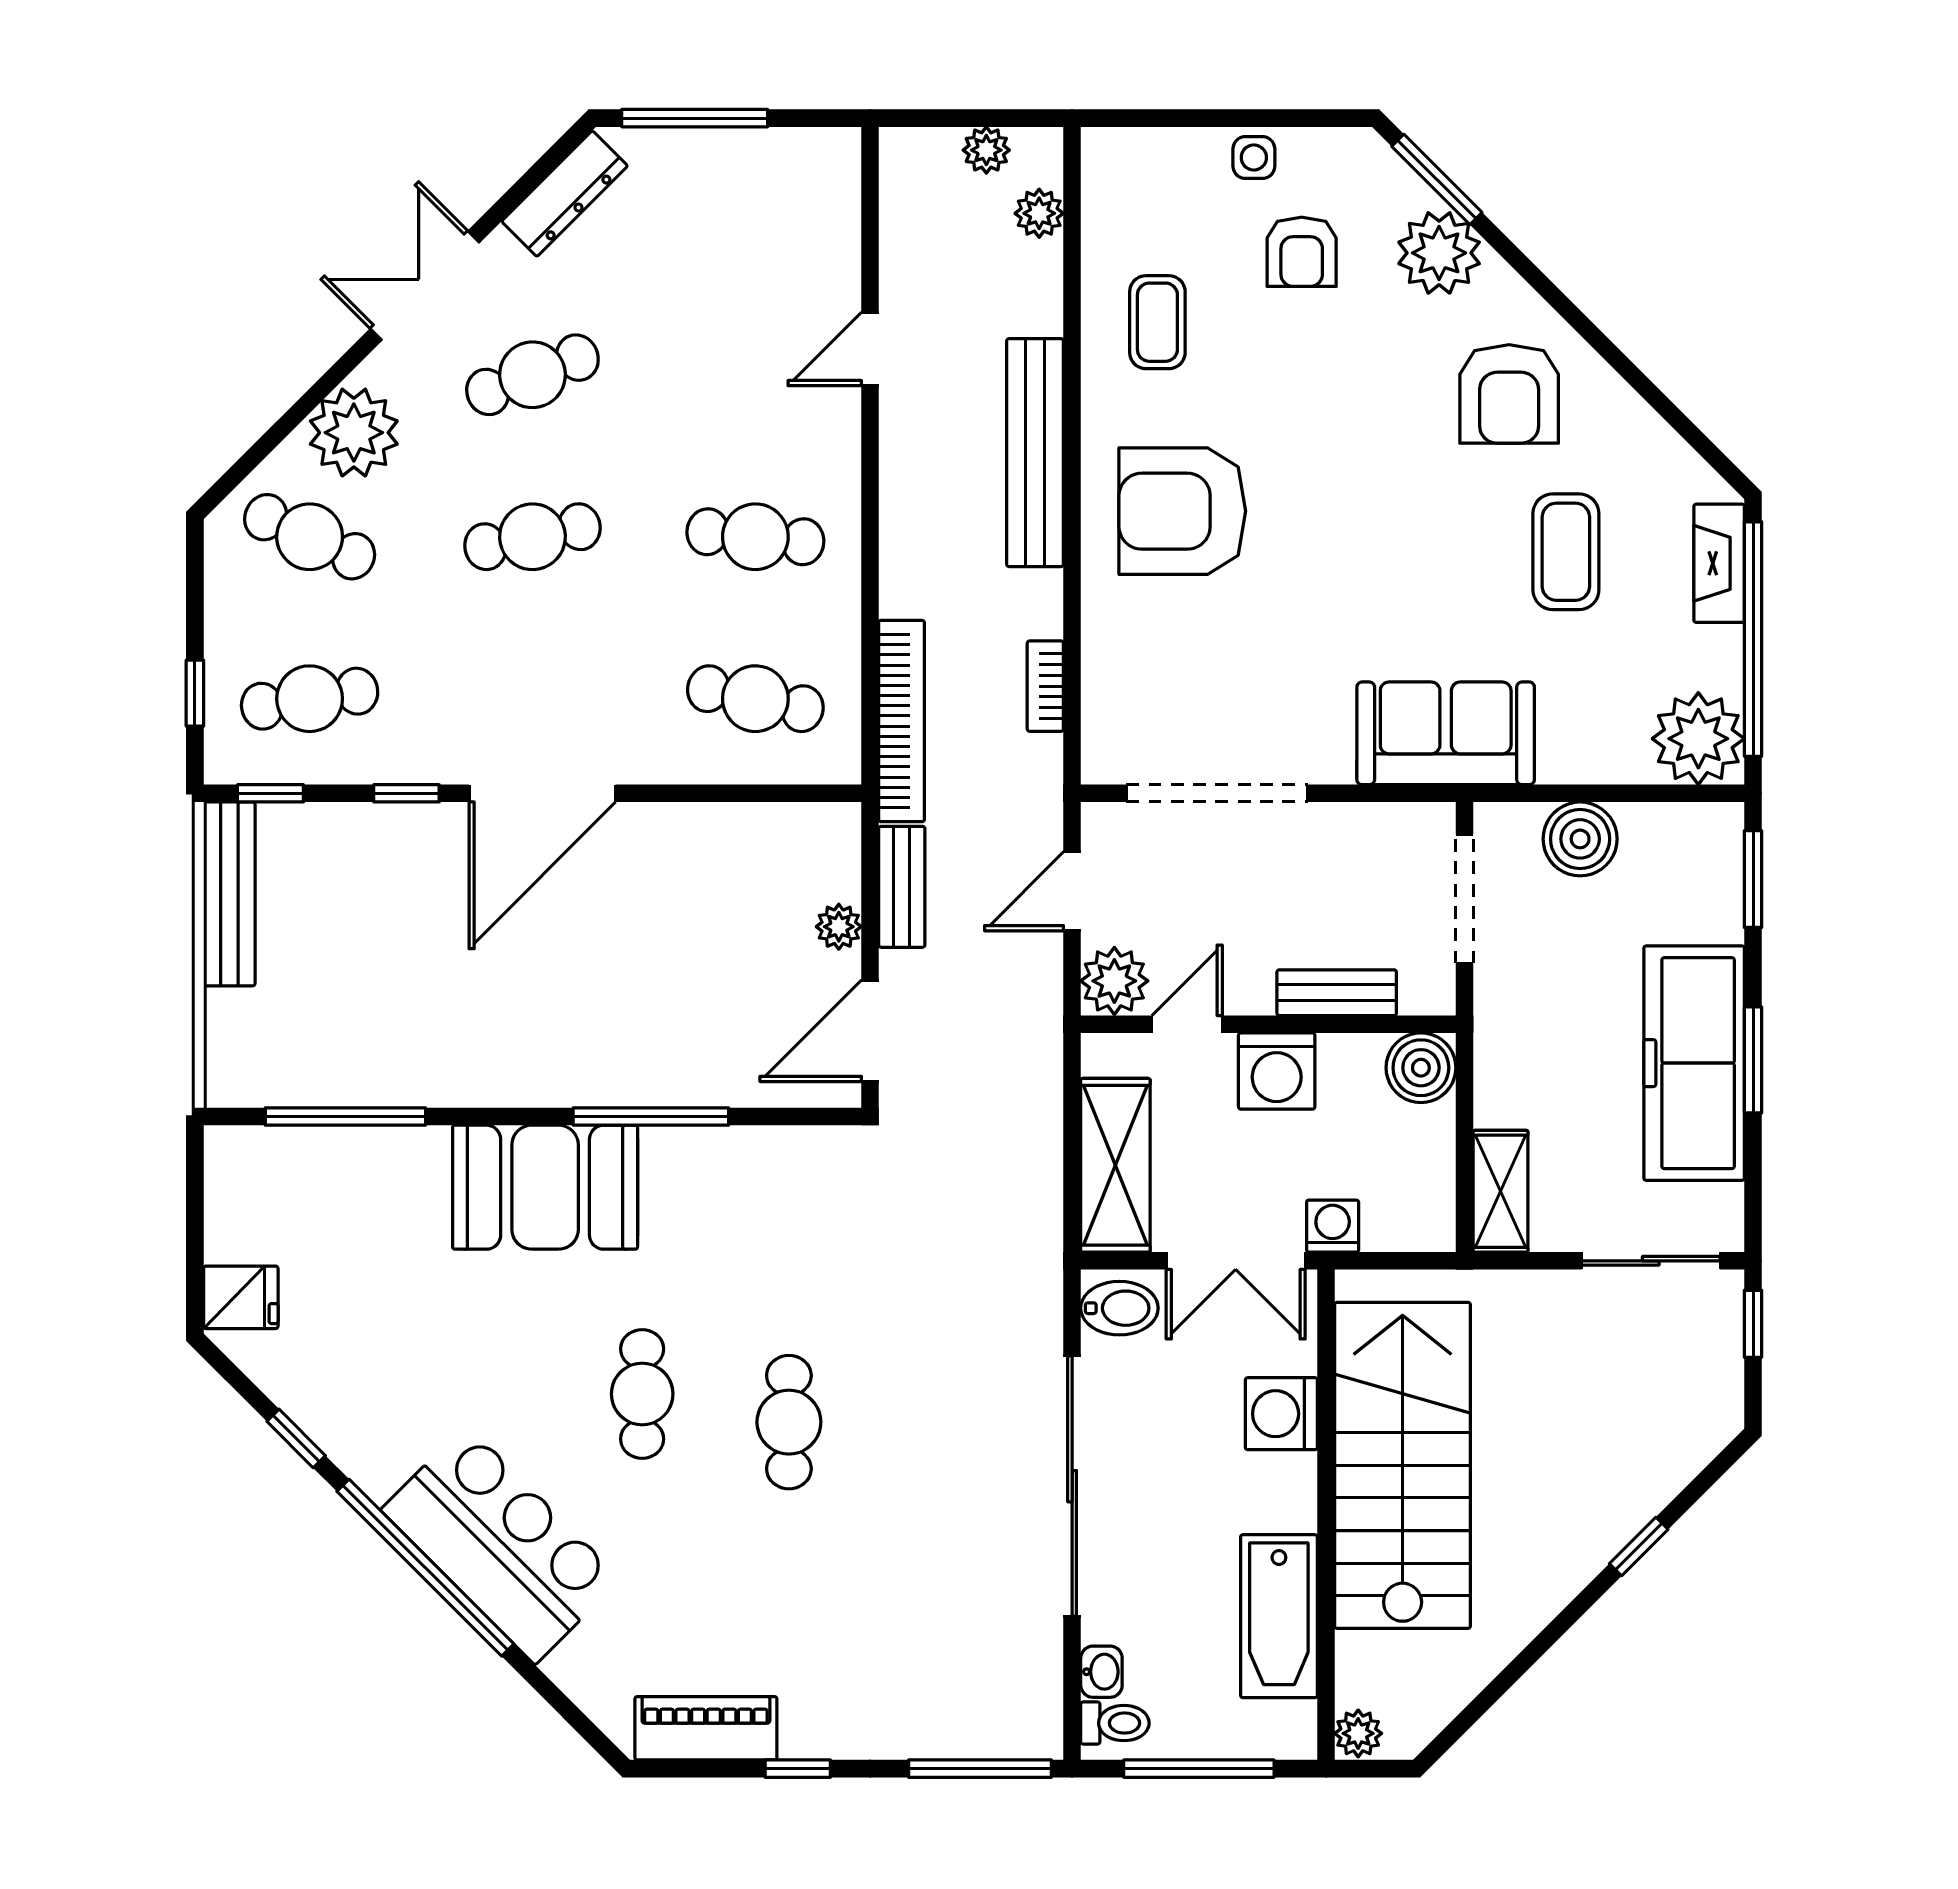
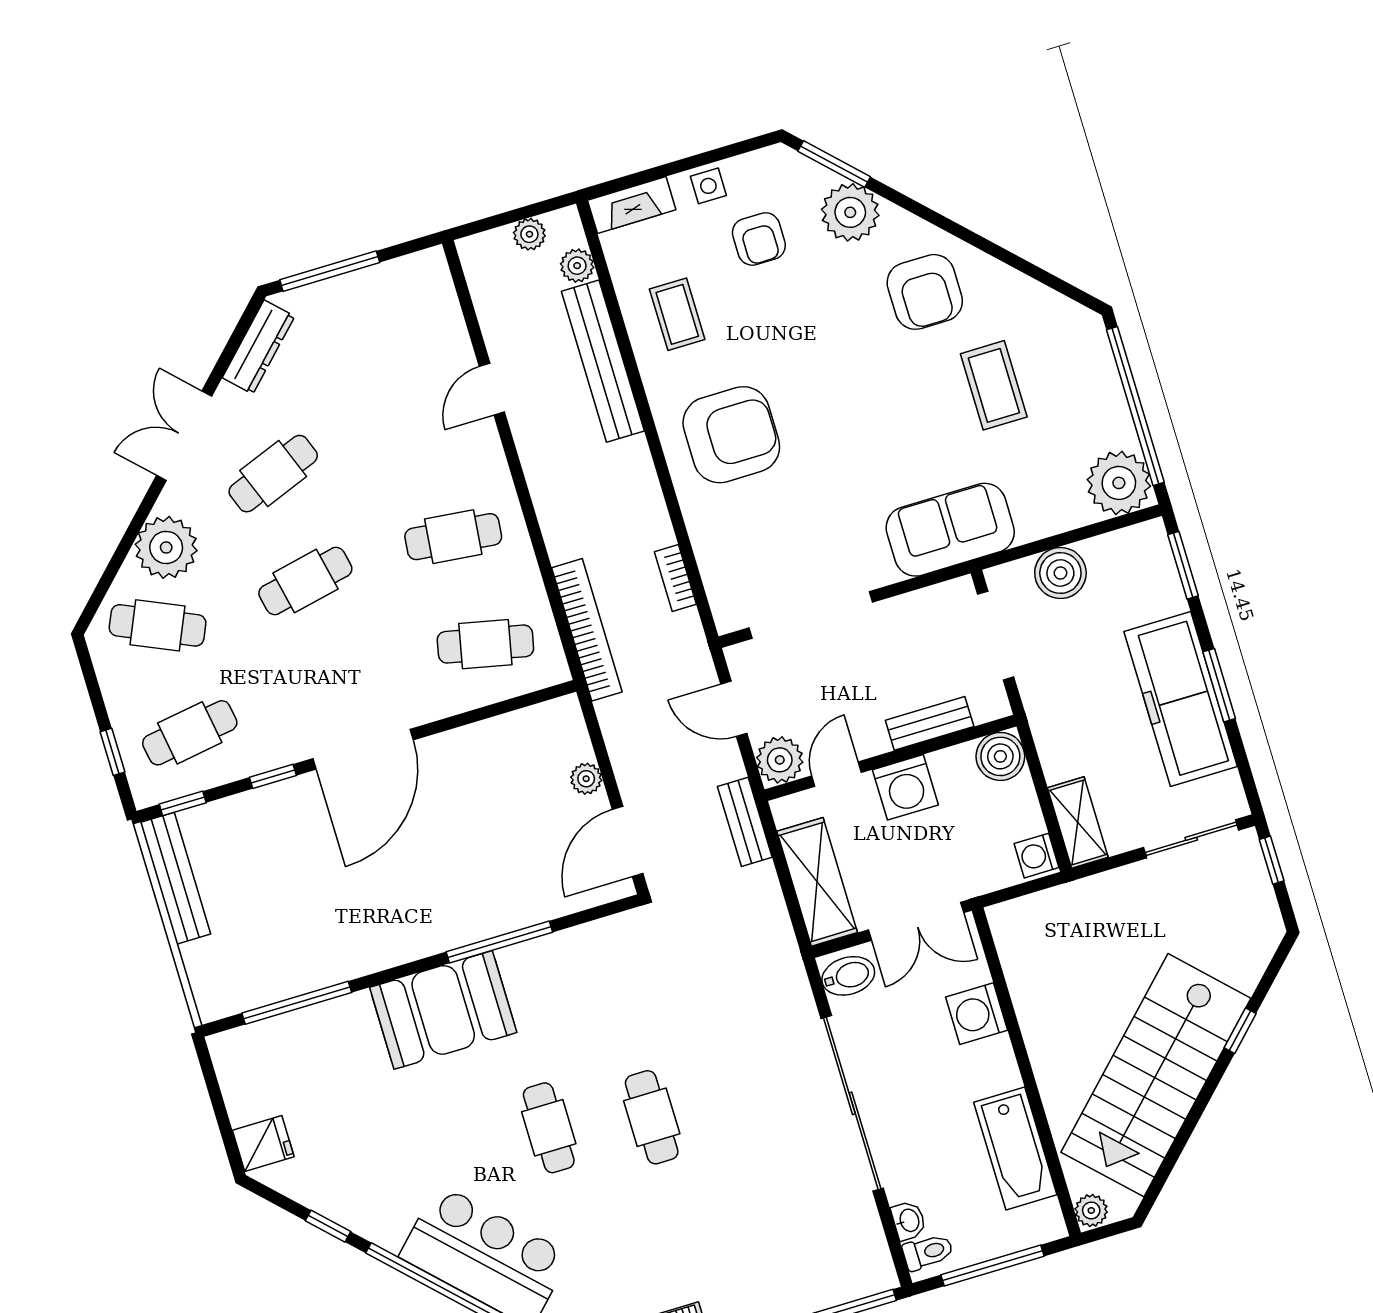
bench: (1035, 453) -> (603, 361), moved
armchair: (1182, 511) -> (731, 435), turned 180
fireplace: (1719, 563) -> (632, 205), moved, turned -90
bench: (902, 887) -> (745, 822), moved
door: (1072, 891) -> (734, 709), hinge flipped
washing machine: (1333, 1226) -> (1036, 856), moved, turned -90
stairs: (1403, 1465) -> (1156, 1075), moved, turned -135

